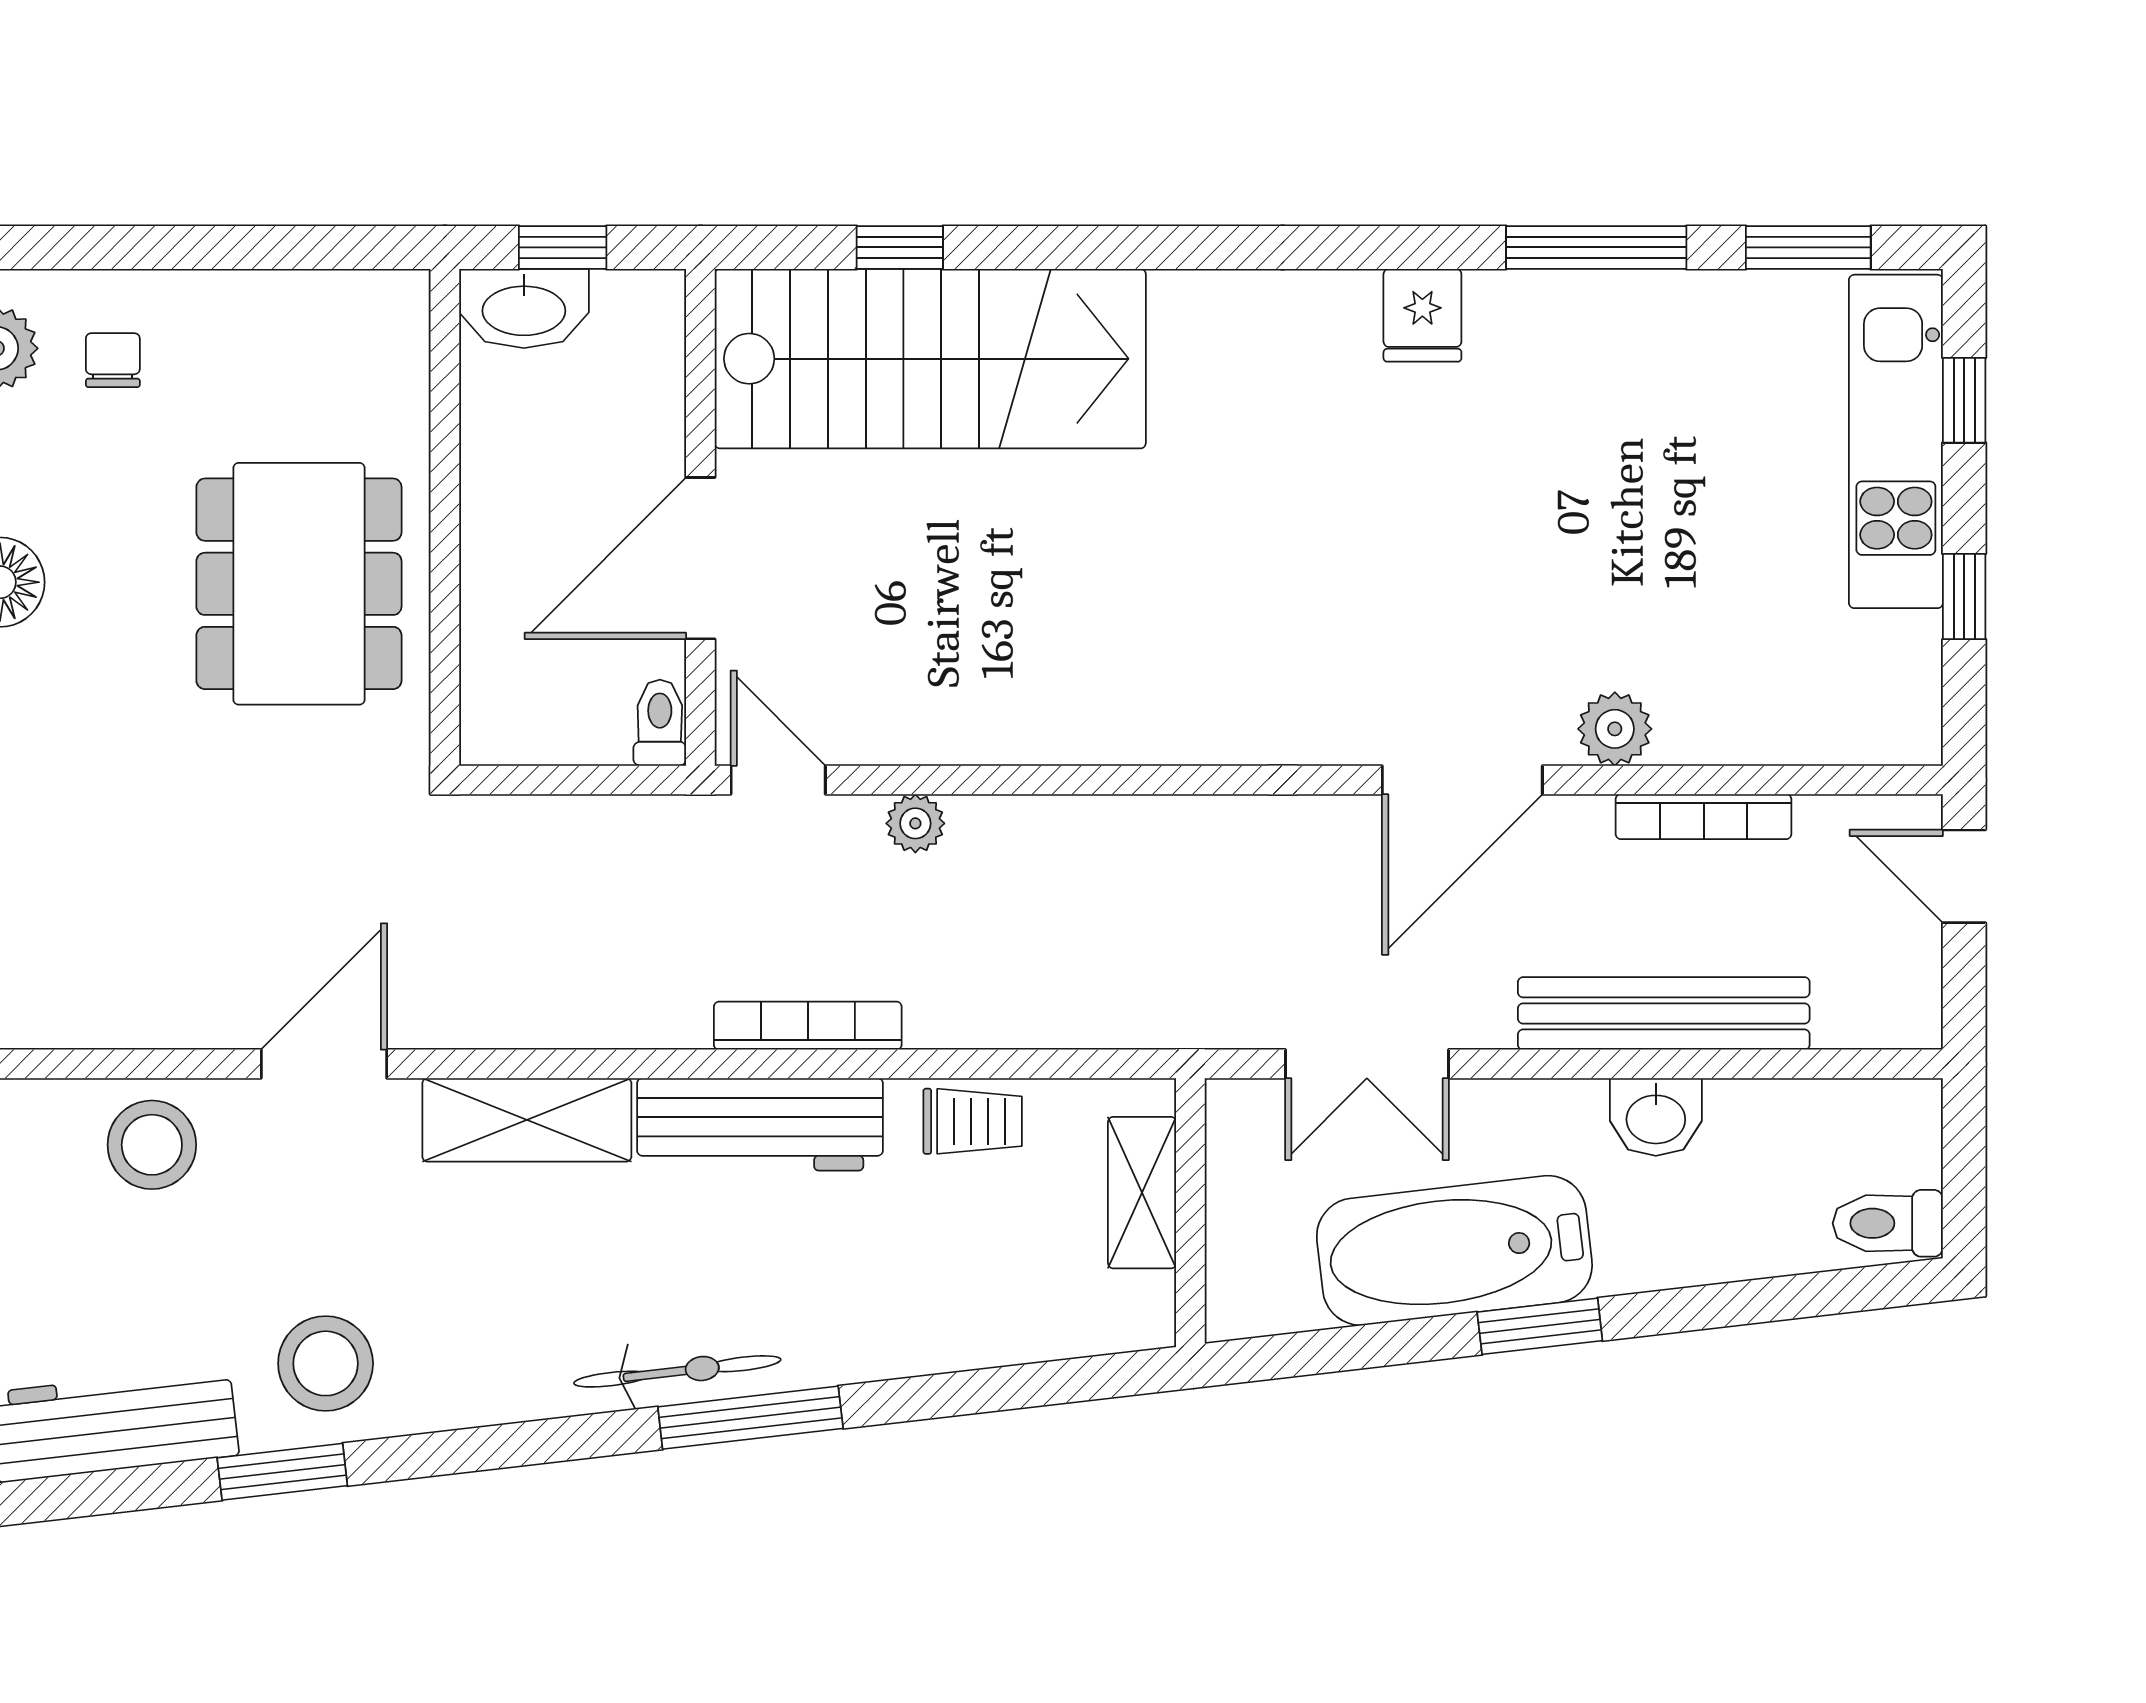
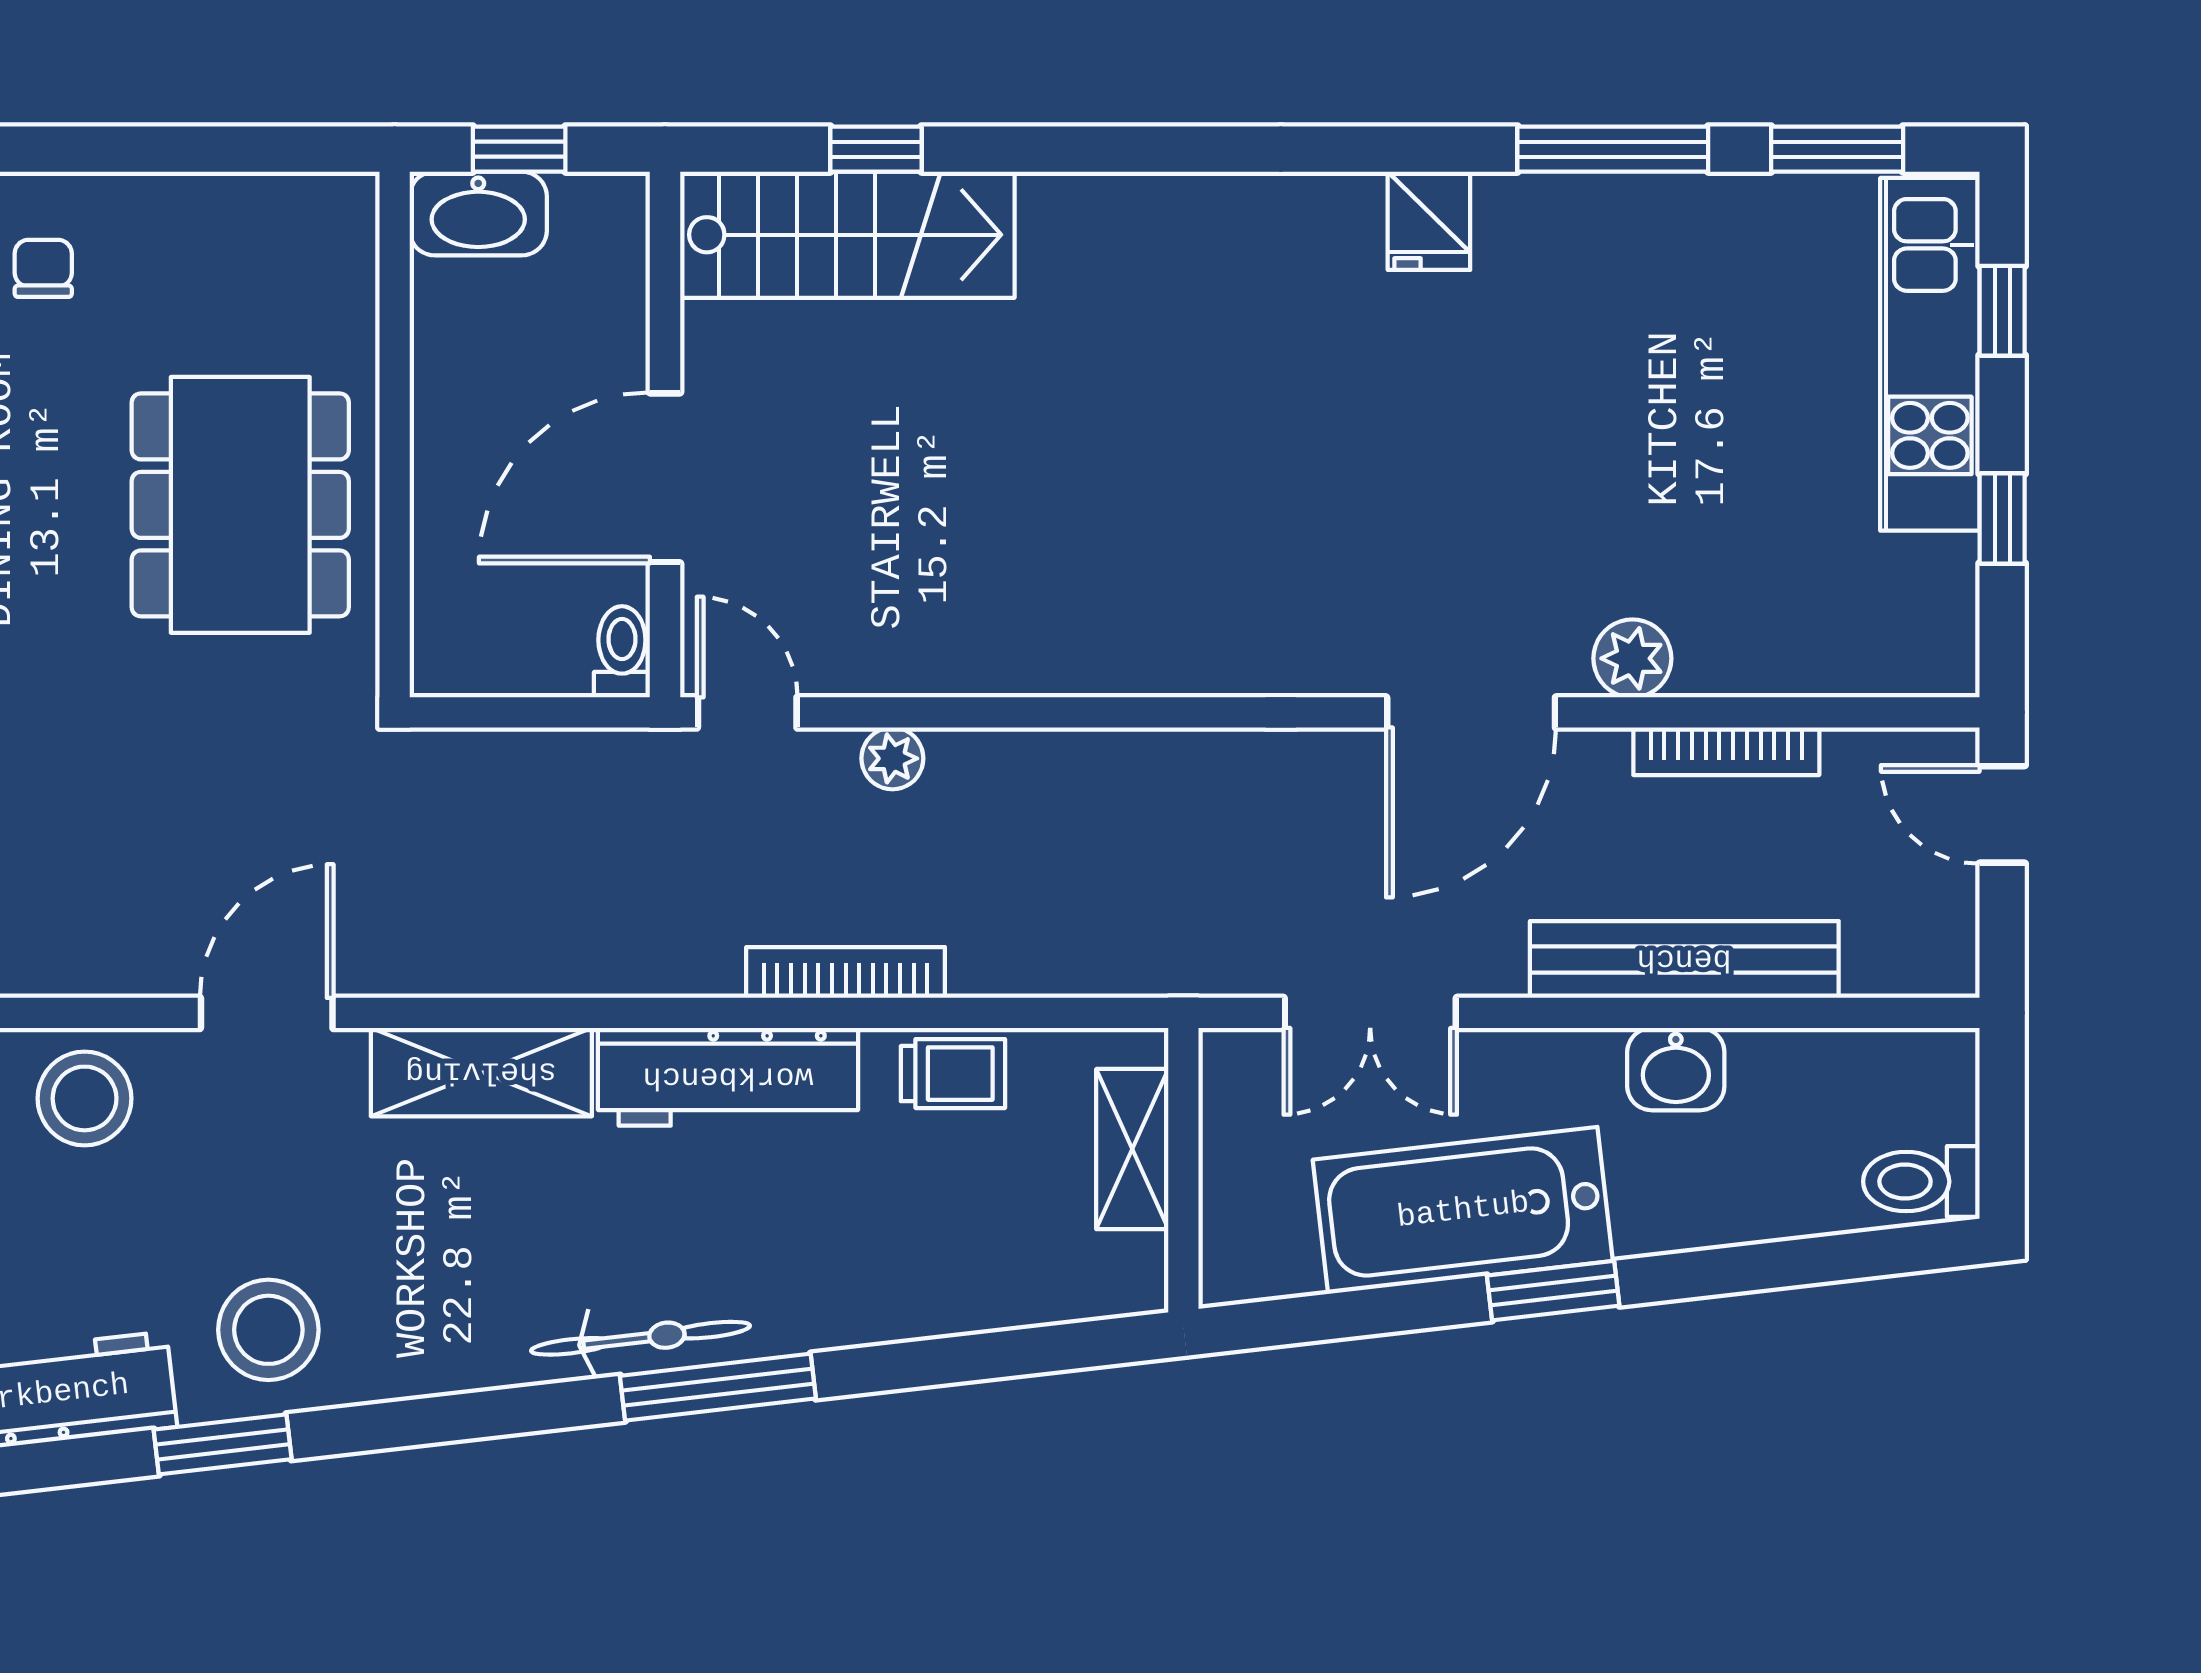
stairs: (930, 359) -> (847, 235), width x0.73, depth x0.66
bookcase: (808, 1026) -> (846, 972), moved

